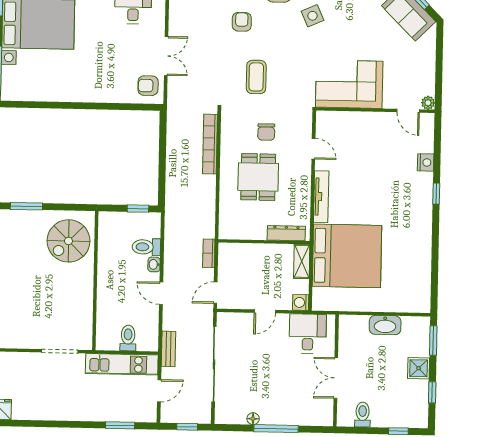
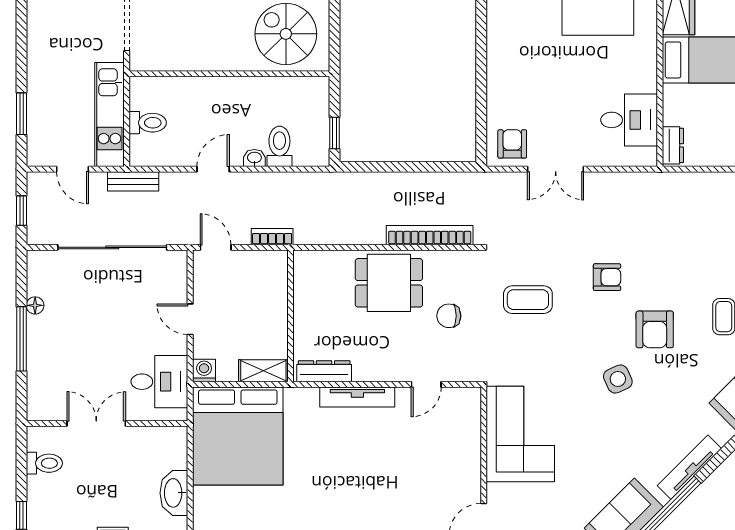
dining table: (258, 177) -> (389, 283), moved
dresser: (286, 233) -> (324, 371), moved, turned -90
bed: (347, 256) -> (238, 436), moved

